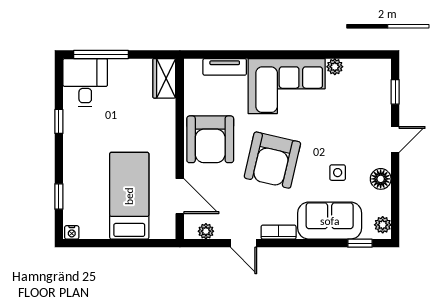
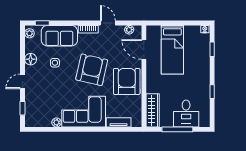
window: (101, 55) -> (177, 129), moved
wardrobe: (164, 78) -> (153, 110), width x1.50
desk: (85, 83) -> (186, 113), moved

